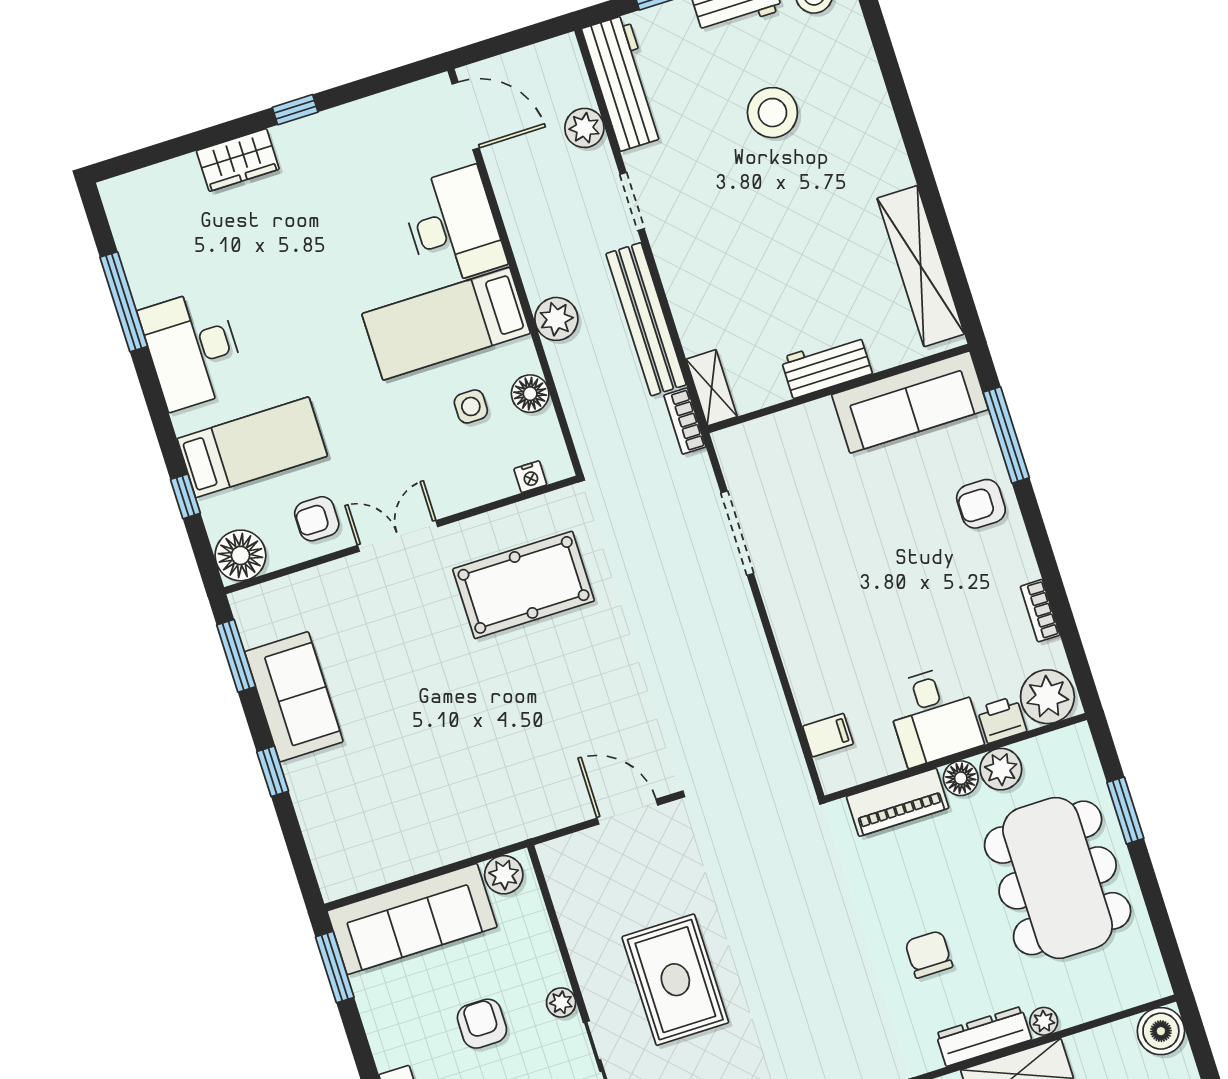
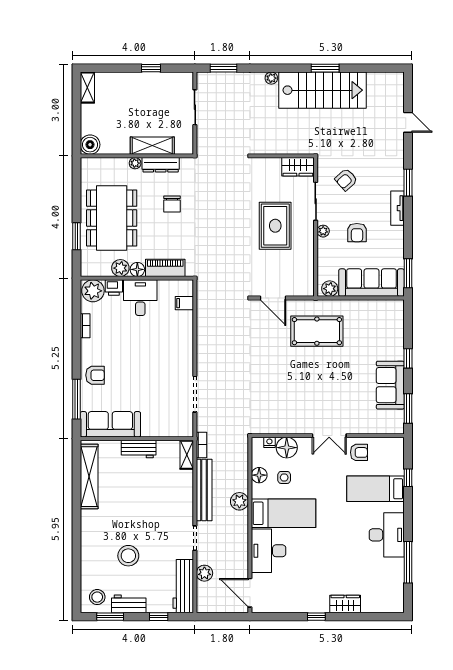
floor lamp: (240, 555) -> (287, 448), moved
pool table: (524, 585) -> (317, 331), moved

